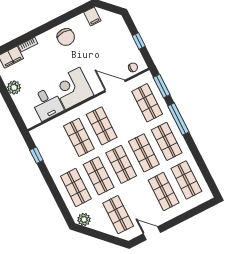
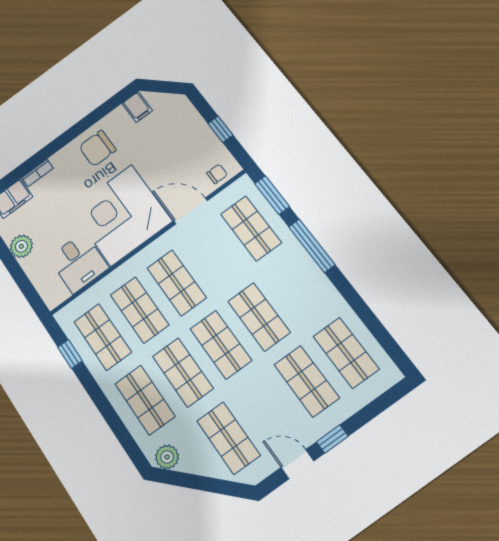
chair: (66, 37) -> (97, 148), turned 90
corner desk: (73, 88) -> (121, 215), width x1.36, depth x1.36
shop shelf: (167, 141) -> (103, 337), moved
window: (172, 223) -> (332, 439), added

